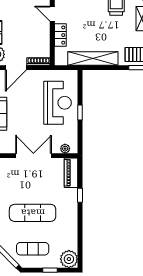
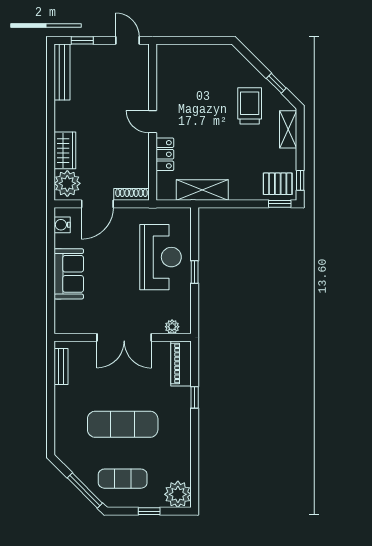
shelving: (93, 59) -> (202, 190), width x0.68
double door: (33, 156) -> (124, 337), swing flipped

